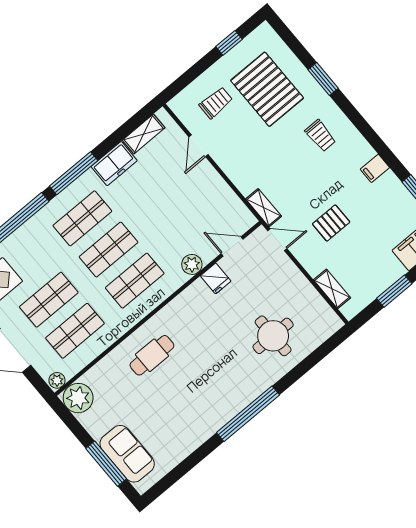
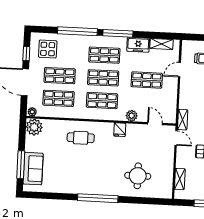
shop shelf: (168, 199) -> (147, 80), added
fridge: (216, 278) -> (120, 130), moved

